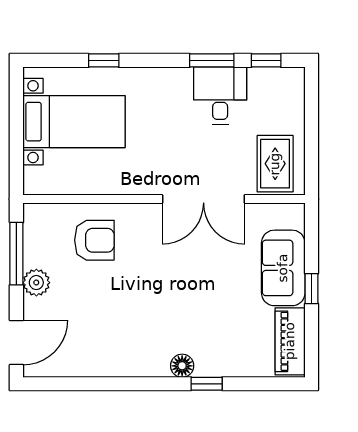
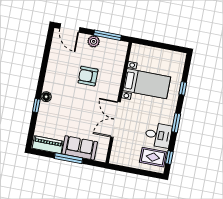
window: (212, 60) -> (176, 123), moved
bed with nightstands: (74, 122) -> (147, 84), moved, turned -90
rug: (275, 164) -> (153, 157), moved
armchair: (94, 240) -> (88, 76), moved, turned 90
window: (312, 289) -> (68, 158), width x2.17

